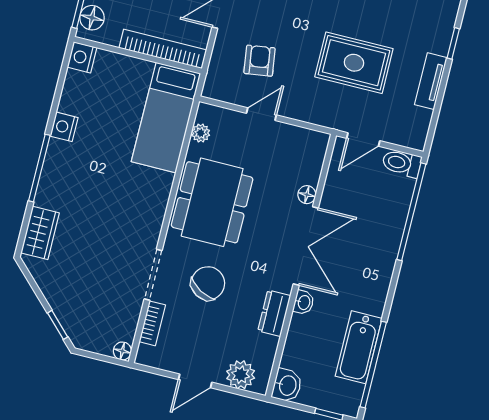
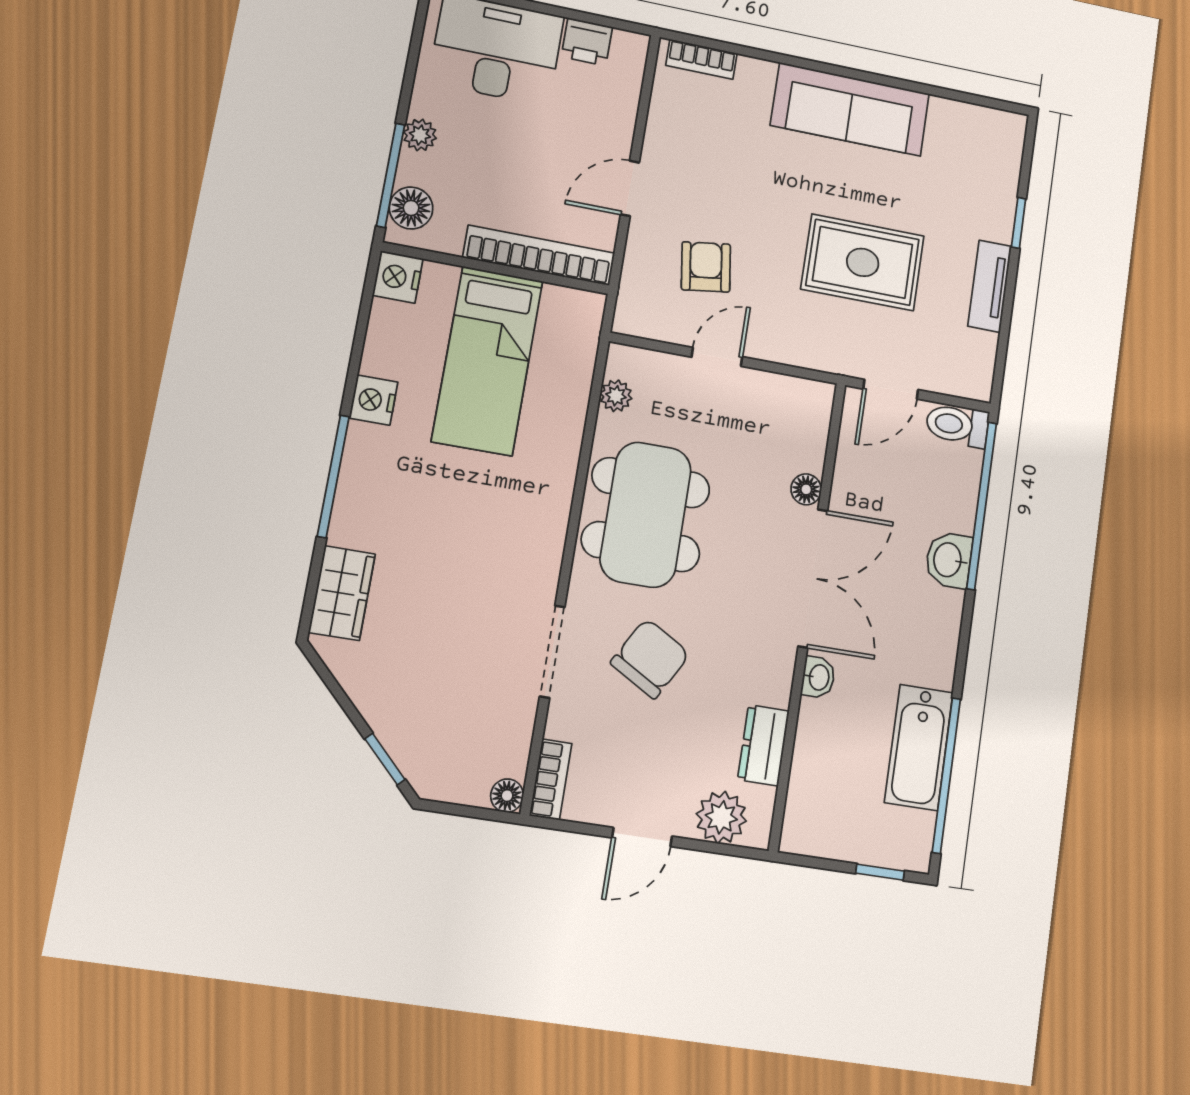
bed: (166, 118) -> (487, 361), moved
dresser: (274, 313) -> (763, 745), moved
bookcase: (152, 323) -> (551, 779), moved
washbasin: (287, 385) -> (949, 560), moved, turned 180

